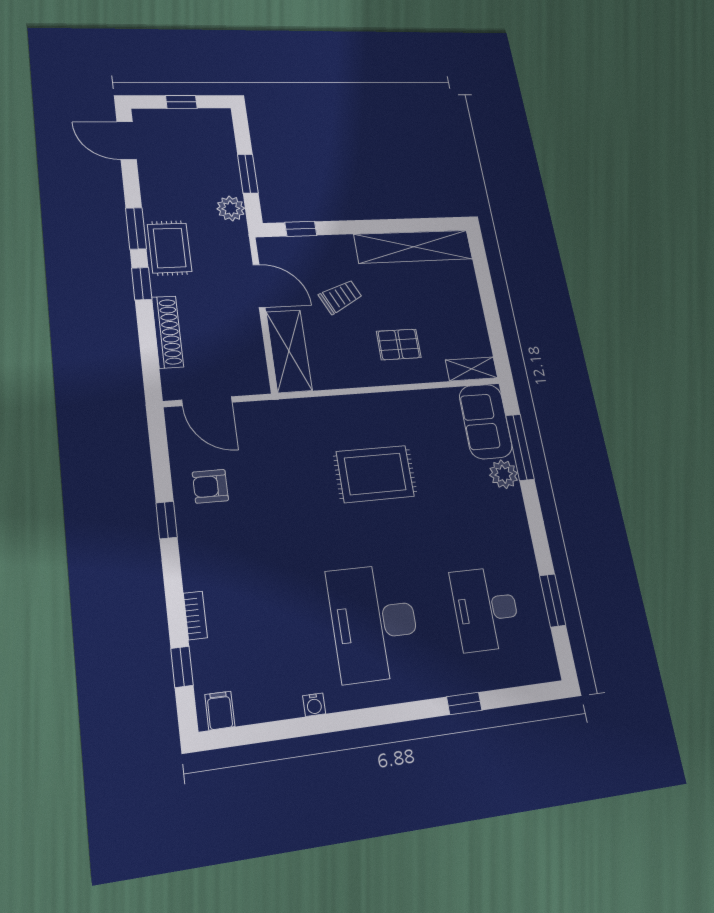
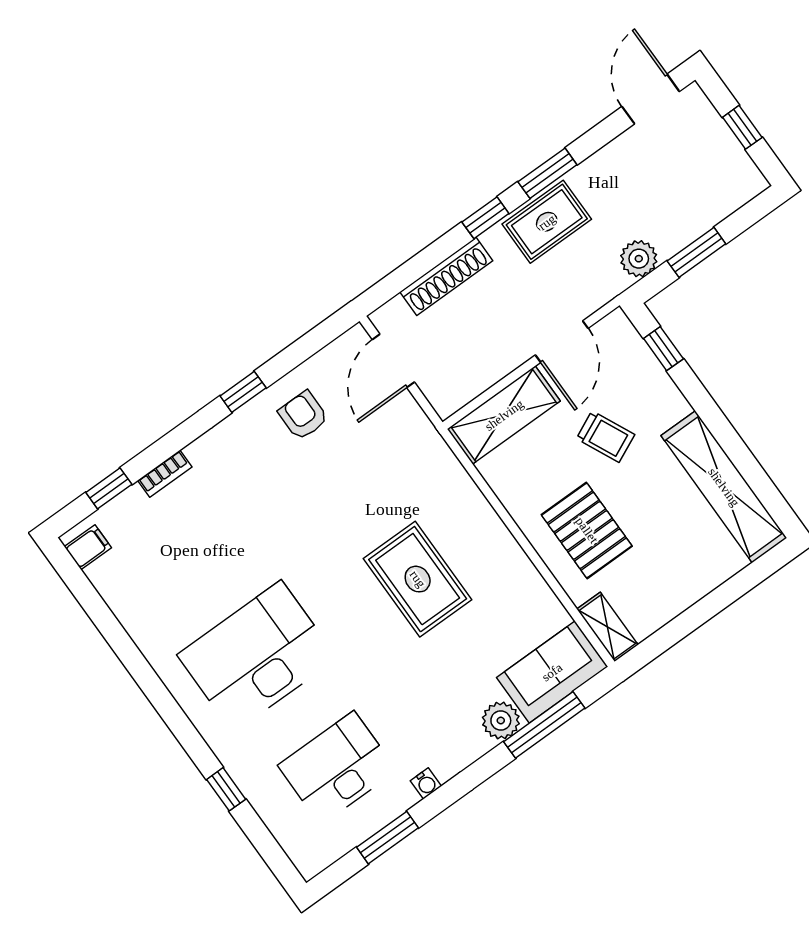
pallet: (399, 344) -> (587, 530), width x1.50, depth x1.42
water cooler: (314, 705) -> (426, 783), moved, turned -90

